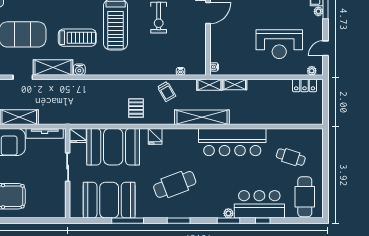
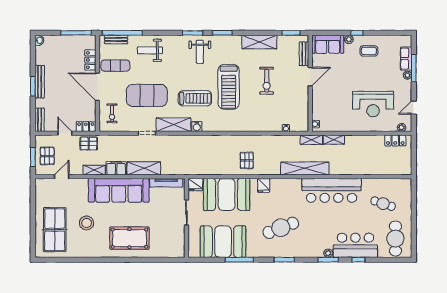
trolley: (167, 92) -> (274, 146), removed

